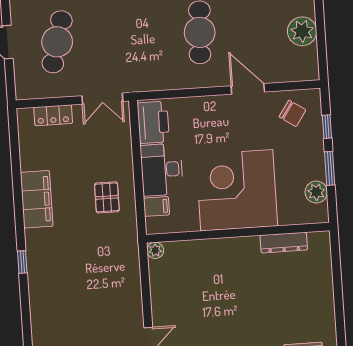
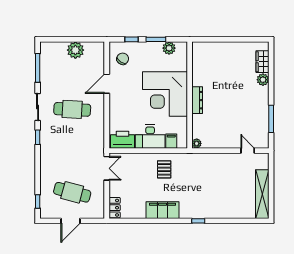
locker: (53, 115) -> (115, 208), moved
pallet: (107, 197) -> (164, 169), turned 90
dresser: (284, 243) -> (197, 100), moved

